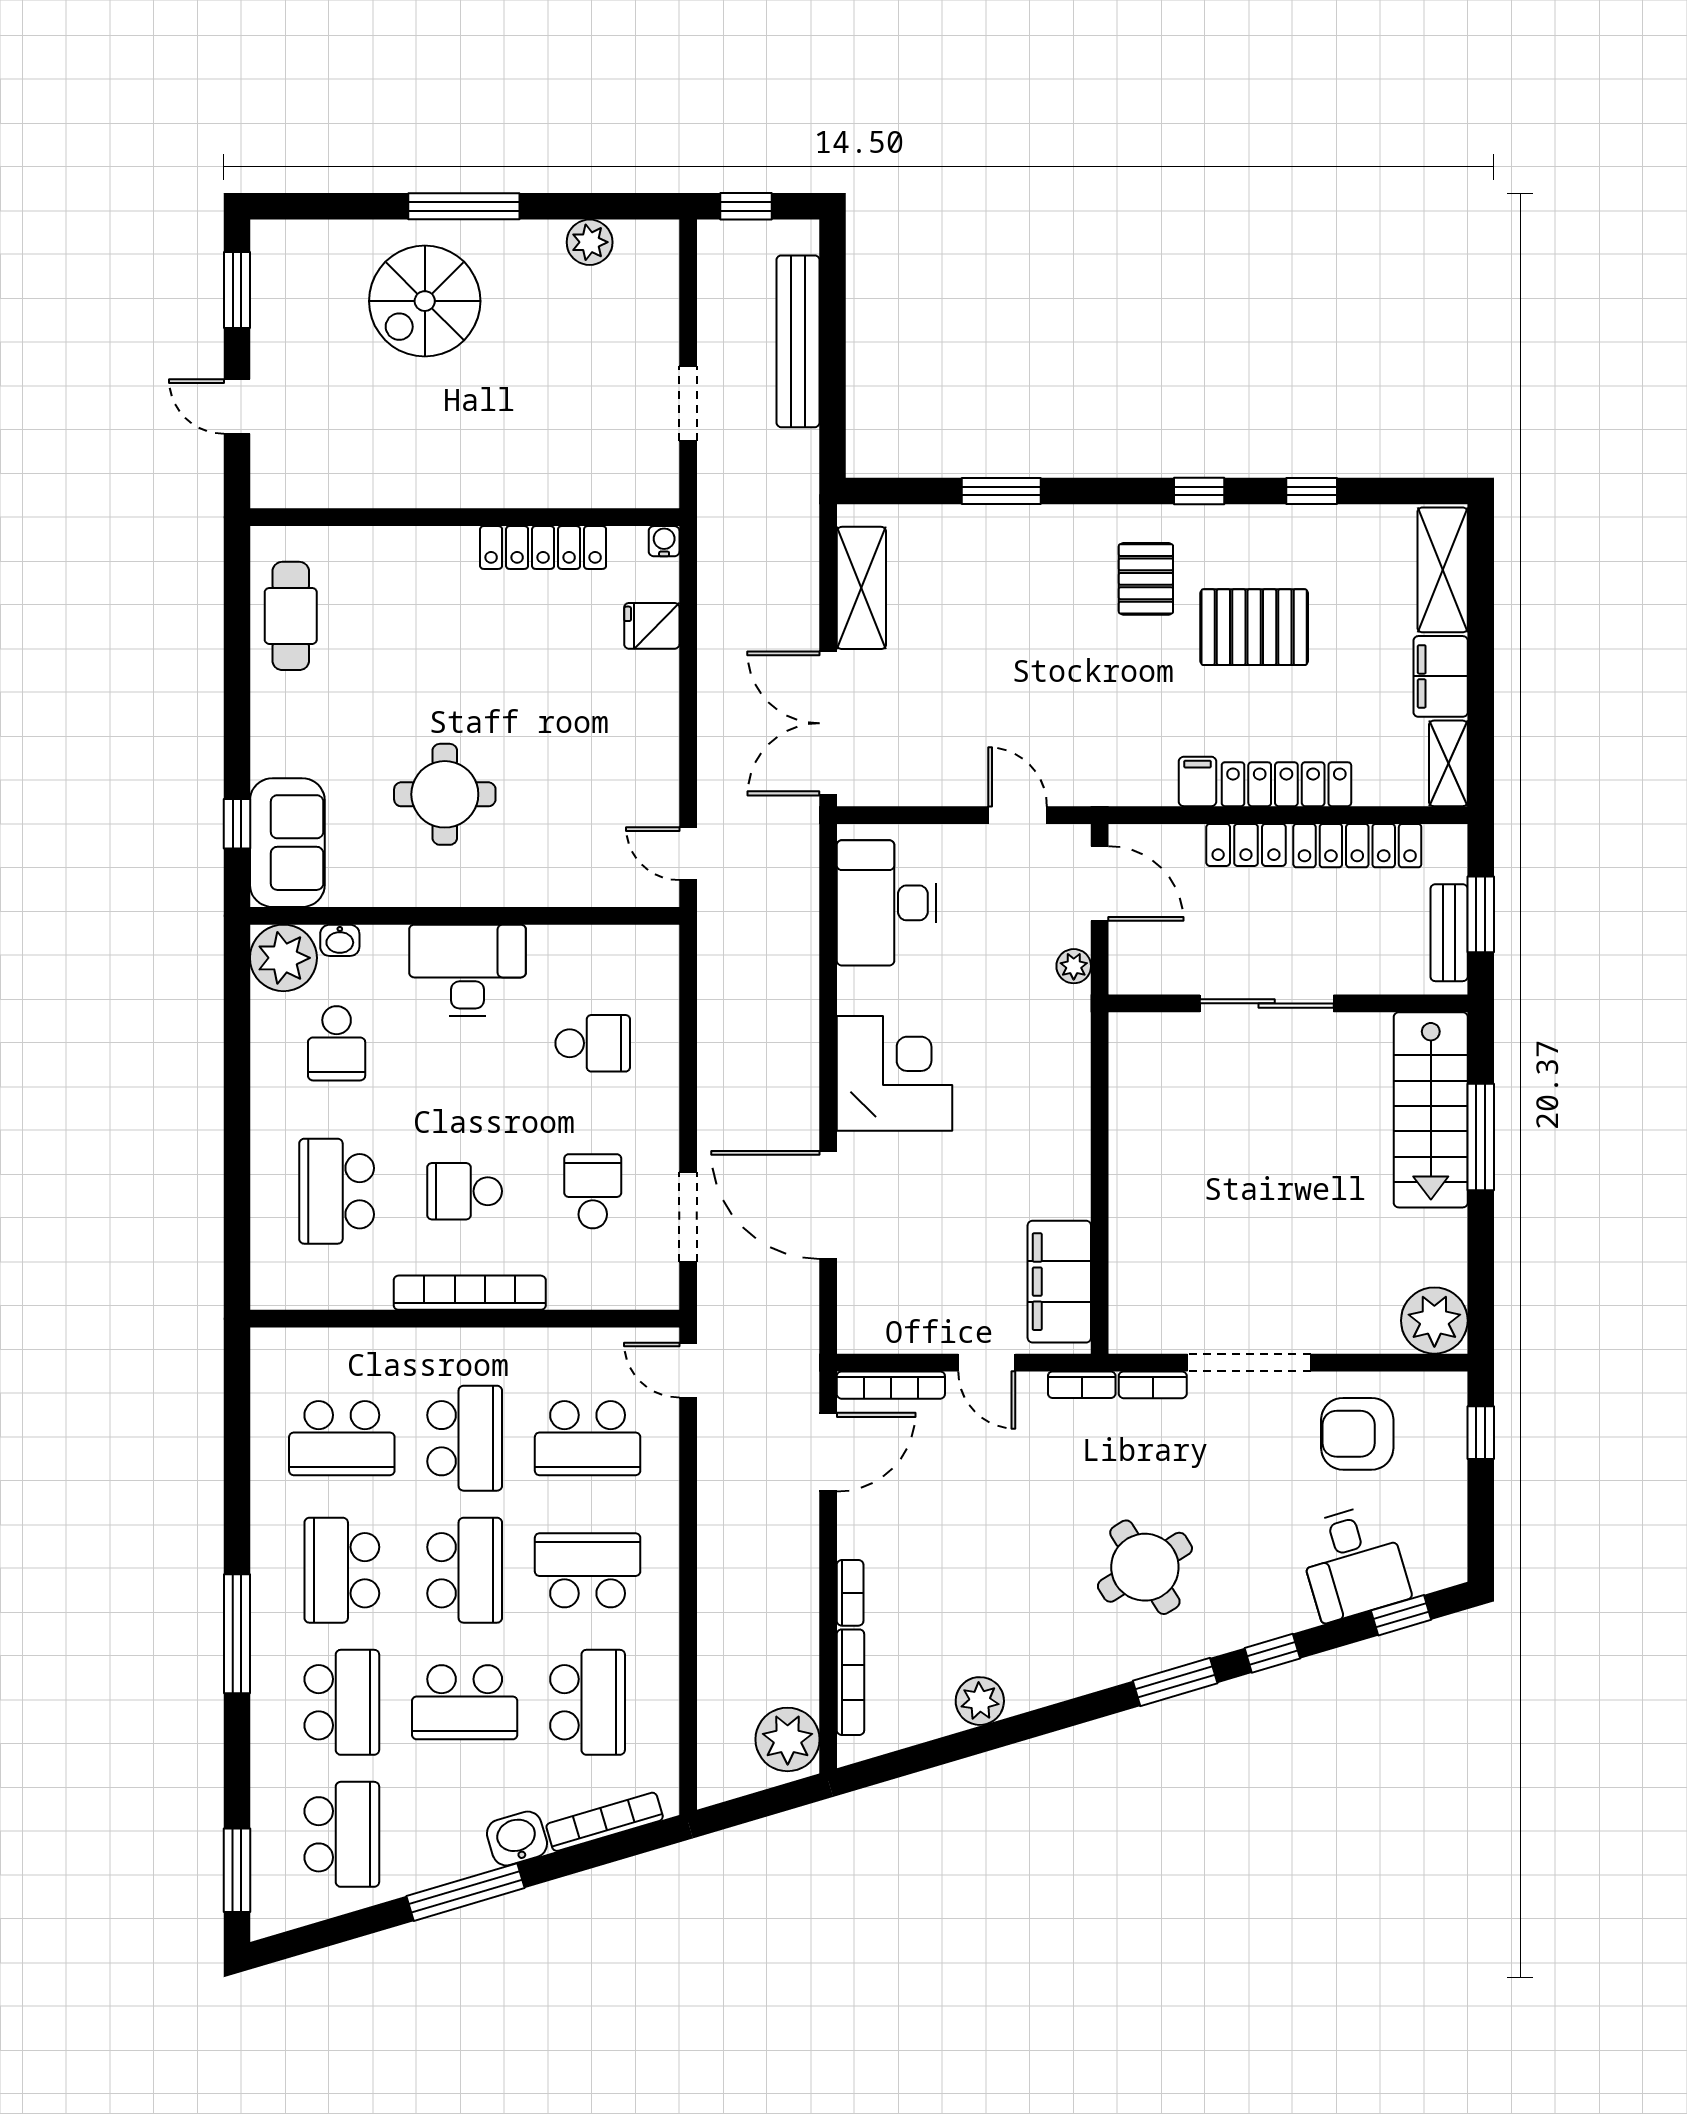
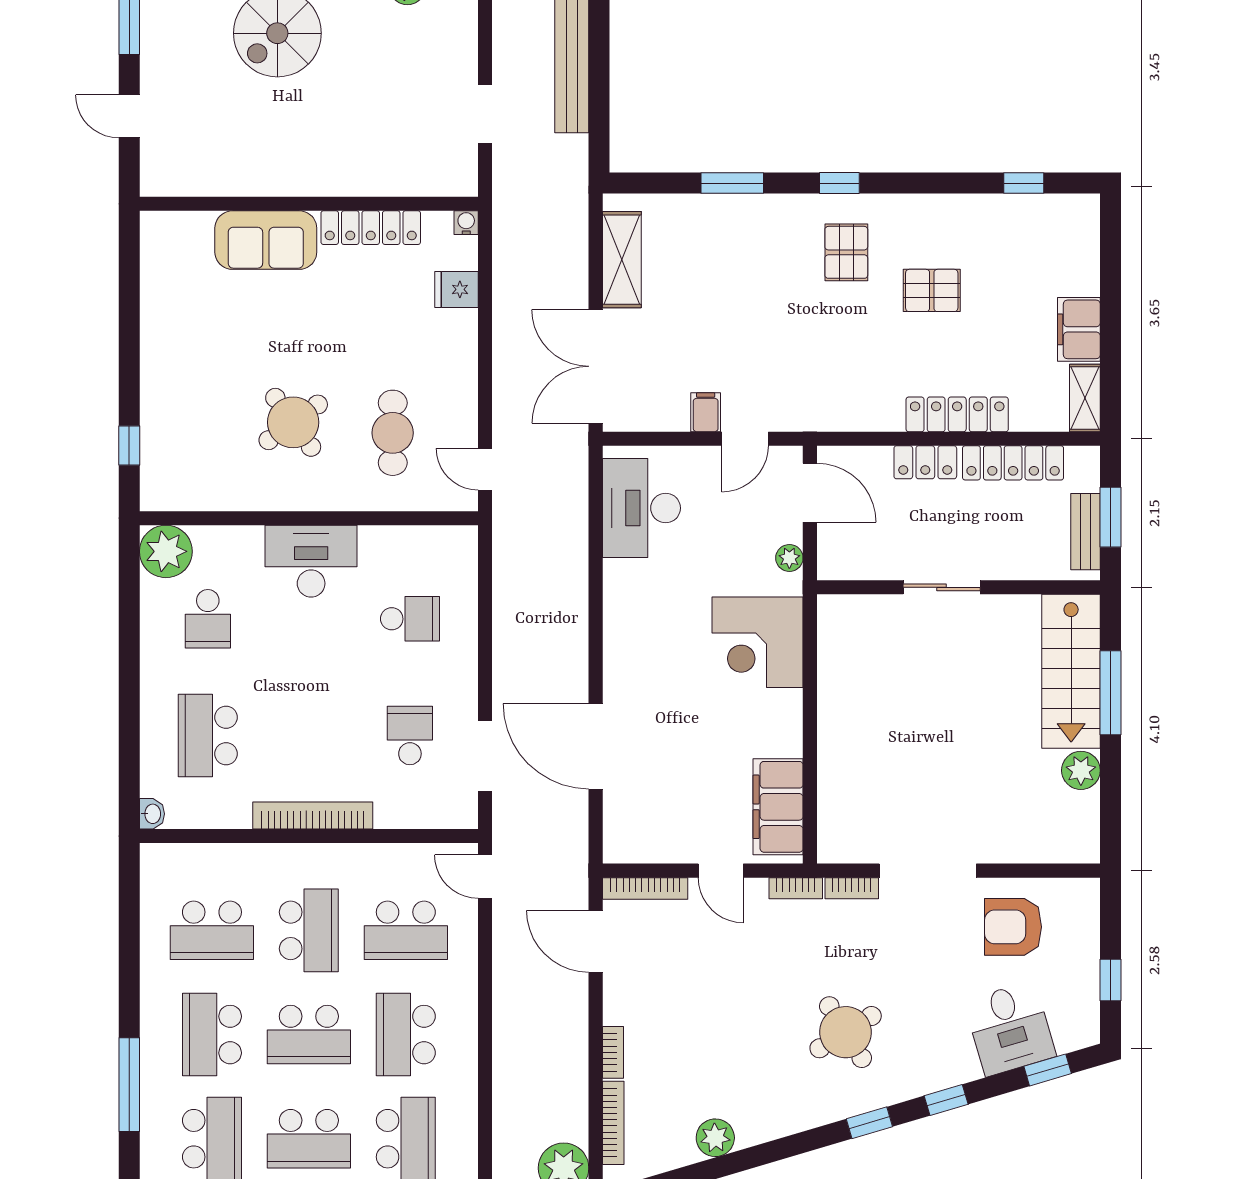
window: (1199, 491) -> (839, 183), moved
window: (1312, 491) -> (1024, 183), moved
shelving: (1443, 570) -> (1080, 245), removed
cafe table: (291, 616) -> (393, 433), moved
pallet: (1254, 627) -> (932, 290), width x0.67, depth x0.71
filing cabinet: (1198, 781) -> (706, 412), moved
round table: (445, 794) -> (293, 422), turned -36
door: (1018, 815) -> (745, 439), swing flipped
sofa: (287, 843) -> (266, 240), moved, turned 90
washbasin: (340, 940) -> (152, 814), moved, turned -90
sliding door: (1267, 1003) -> (942, 587), width x0.73
corner desk: (894, 1073) -> (758, 642), moved, turned 180
school desk: (465, 1191) -> (309, 736), removed
plant: (1434, 1321) -> (1081, 770), moved, width x0.73, depth x0.73
window: (1481, 1433) -> (1111, 980), moved
door: (828, 1452) -> (596, 941), swing flipped
school desk: (465, 1570) -> (309, 1035), turned 90
school desk: (588, 1570) -> (406, 1035), turned -90
window: (1175, 1682) -> (869, 1123), width x0.67

